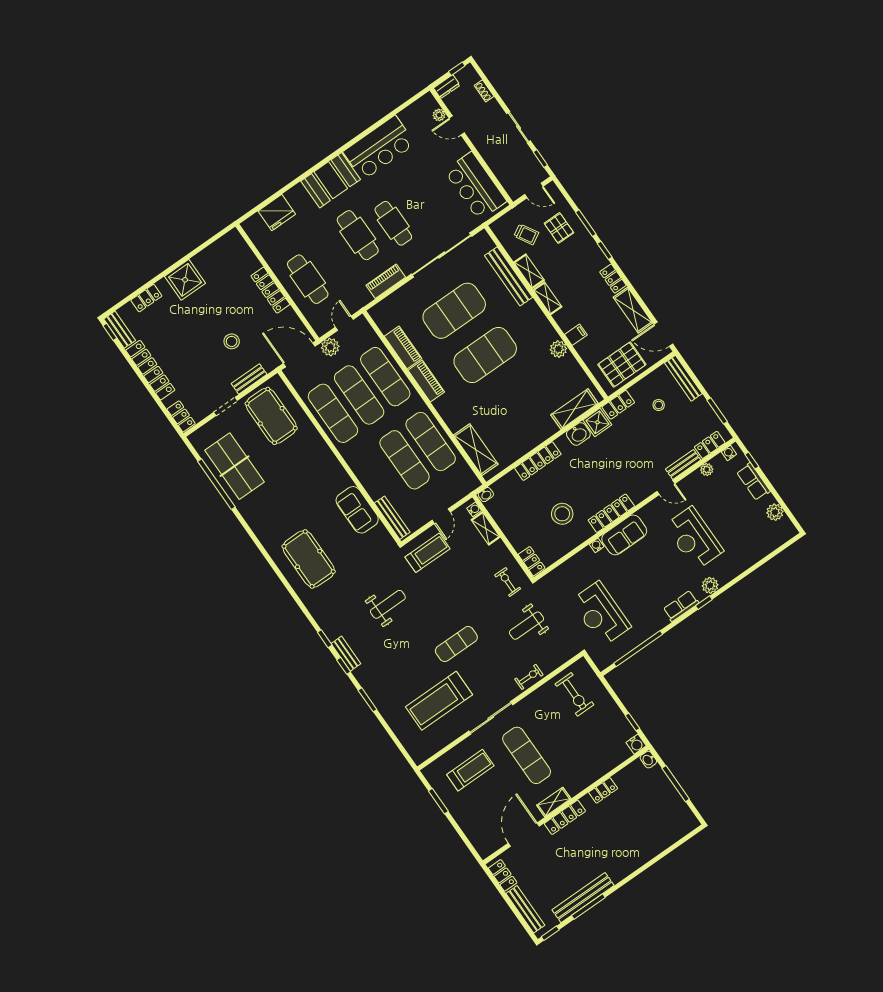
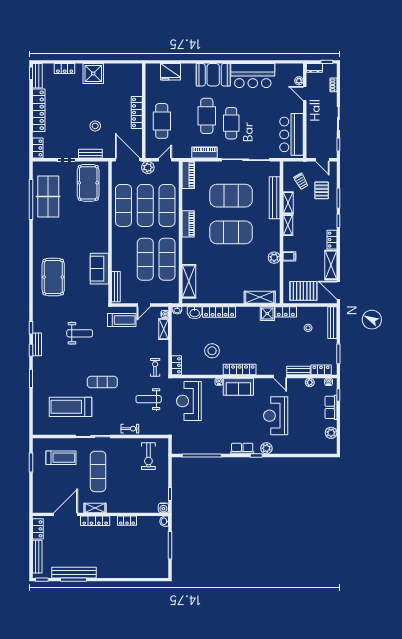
piano: (403, 347) -> (188, 175), moved
washbasin: (578, 434) -> (195, 313), moved
reception desk: (601, 614) -> (189, 401), moved

